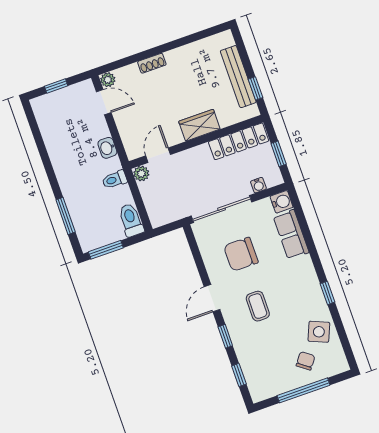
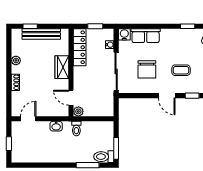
plant: (108, 80) -> (16, 60), moved
window: (256, 88) -> (30, 26), moved
toilet: (131, 220) -> (104, 157), moved

